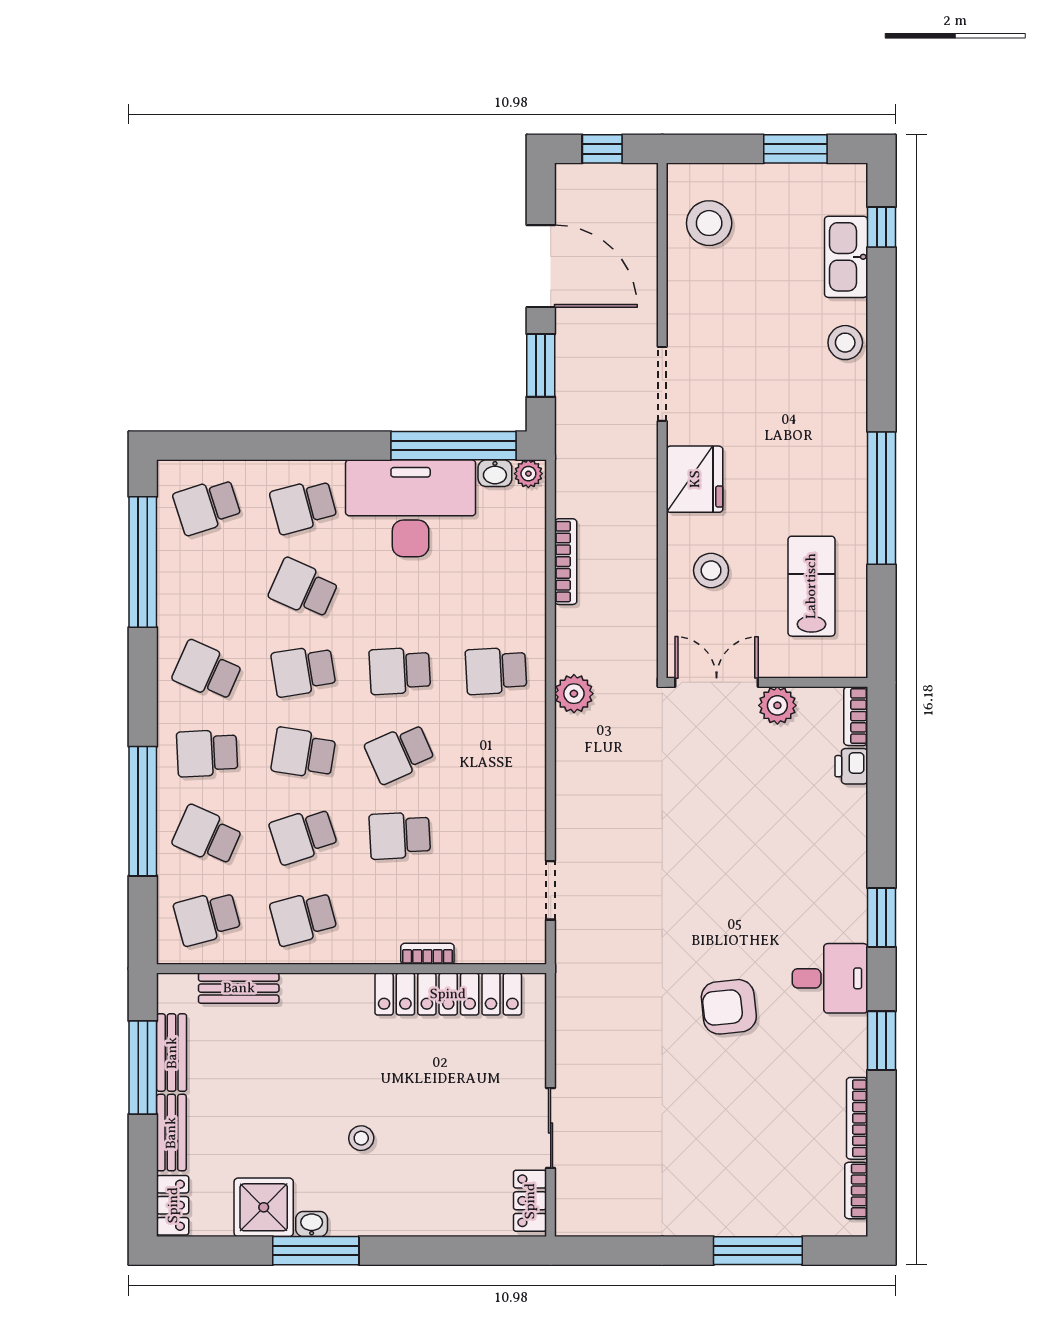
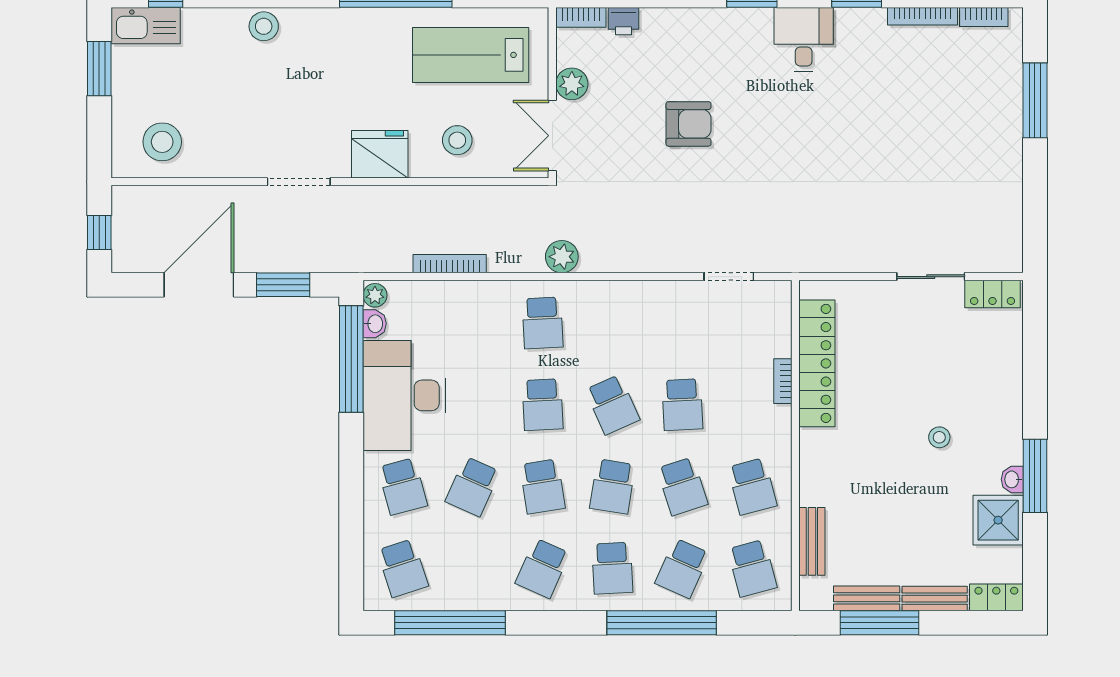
kitchen sink: (846, 257) -> (146, 26), moved
lab bench: (811, 586) -> (471, 55), width x1.36, depth x1.39
armchair: (729, 1007) -> (688, 124), moved, turned -84

